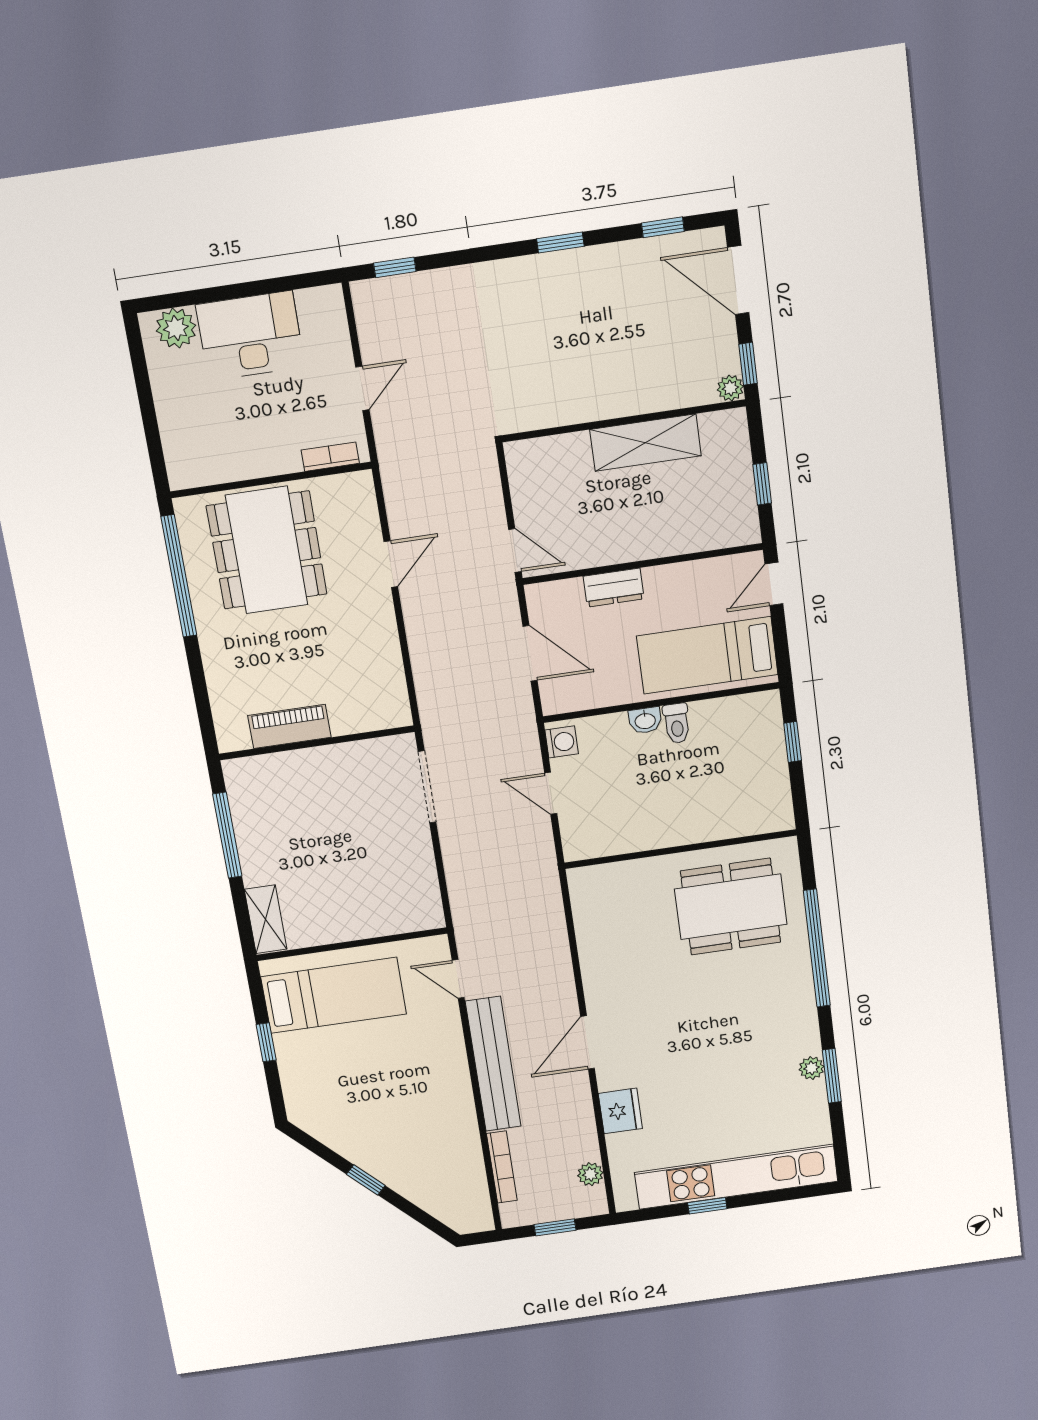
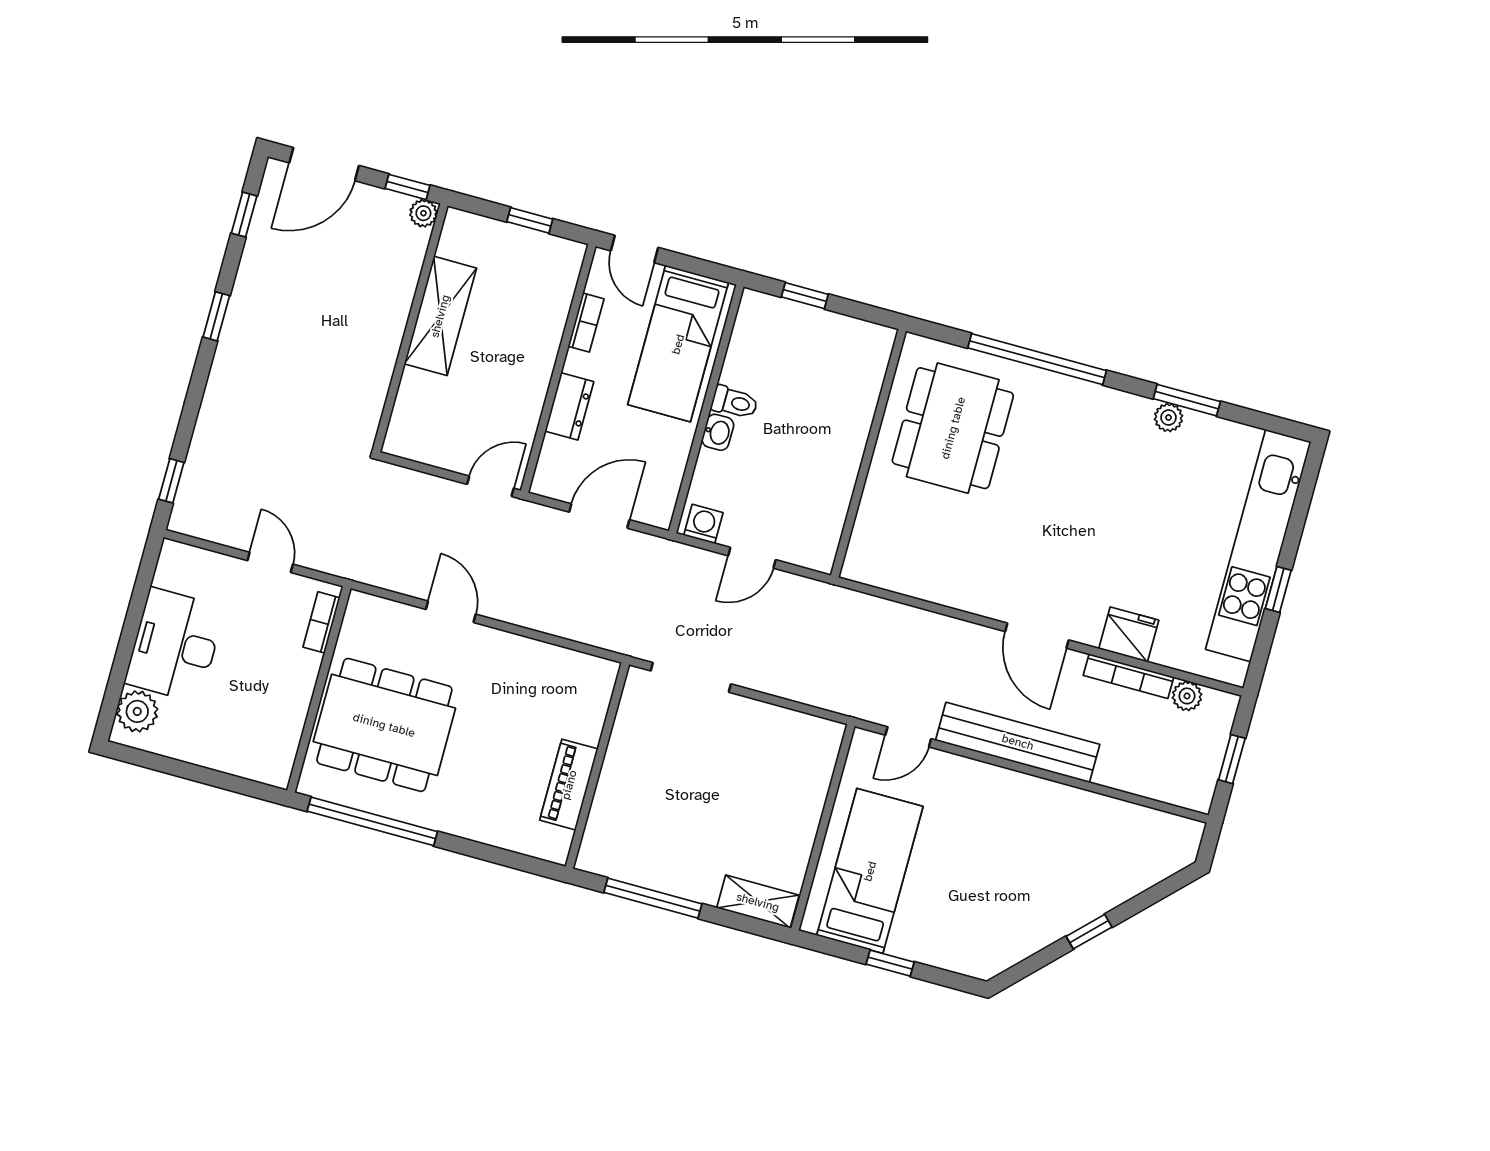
bookcase: (693, 570) -> (586, 323), added
bookcase: (502, 1167) -> (1128, 676), moved, turned 180

